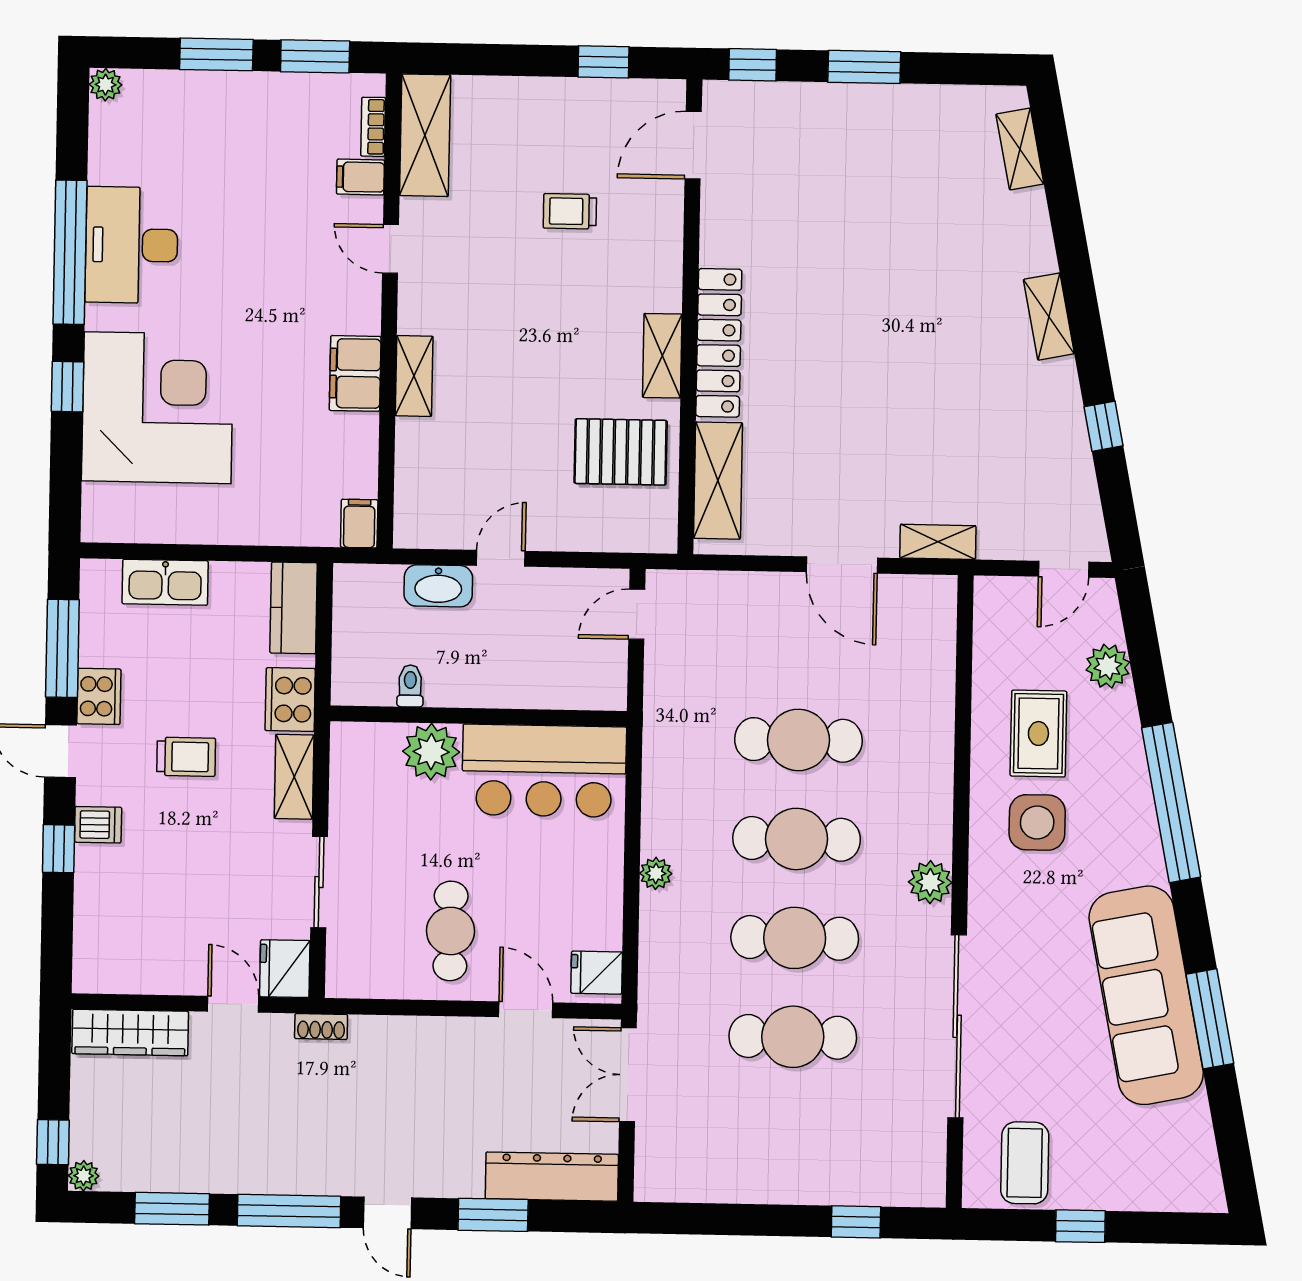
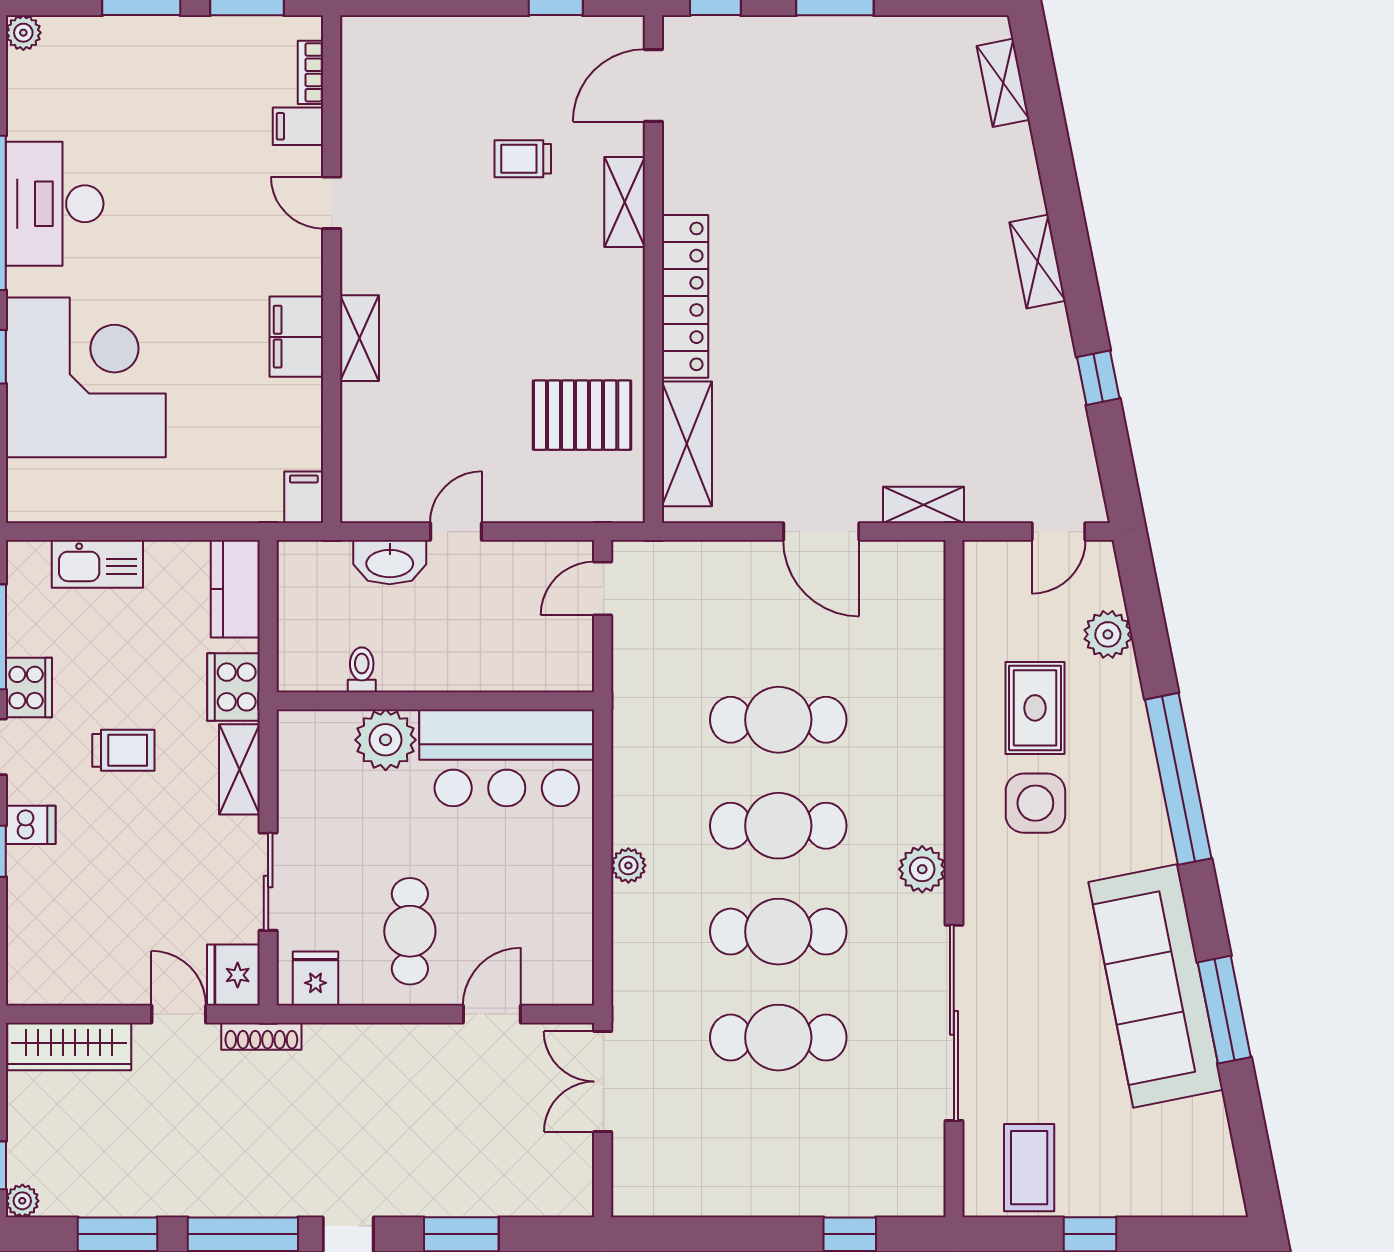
shelving: (425, 135) -> (366, 80), removed
shelving: (662, 356) -> (625, 202), moved
fridge: (597, 973) -> (316, 979), moved, turned 90
door: (526, 1010) -> (492, 1014), hinge flipped
shoe rack: (321, 1027) -> (261, 1036), width x1.43
dresser: (552, 1177) -> (523, 1192), removed

